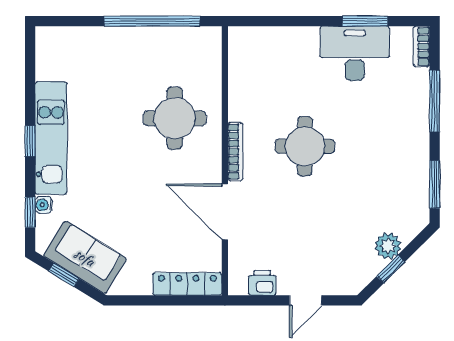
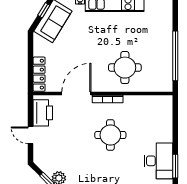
printer: (262, 283) -> (43, 113), width x1.87, depth x1.48

